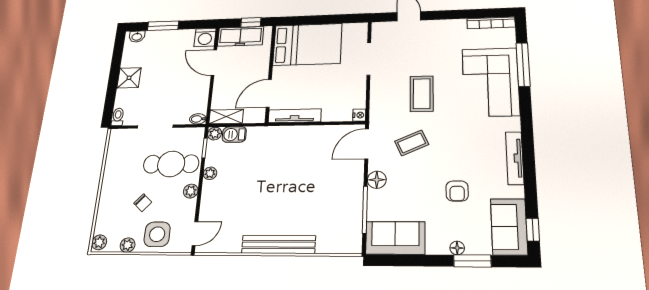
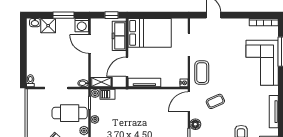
window: (163, 26) -> (64, 15), moved
freezer: (241, 36) -> (119, 36), moved, turned 90
shower: (129, 78) -> (48, 26), moved
coffee table: (422, 94) -> (202, 73), moved

